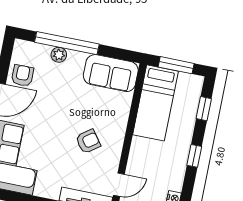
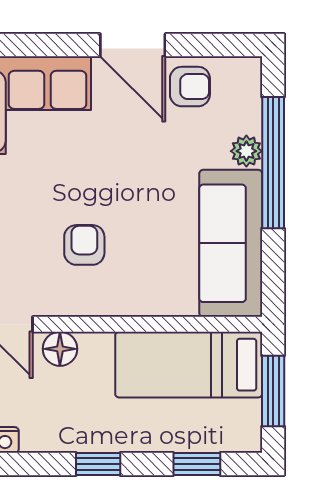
sofa: (111, 73) -> (231, 243), width x1.36
armchair: (88, 141) -> (84, 245), turned -144
floor lamp: (135, 163) -> (60, 349), added

